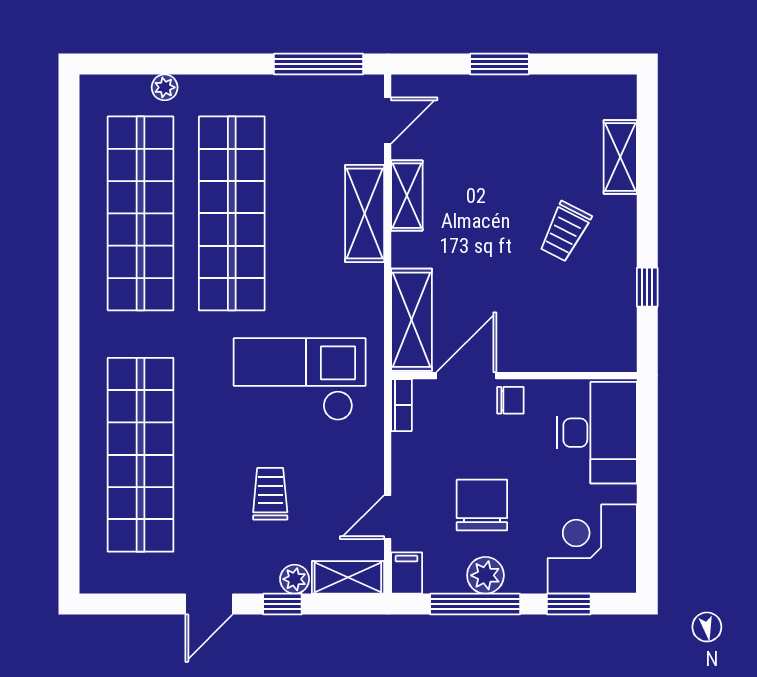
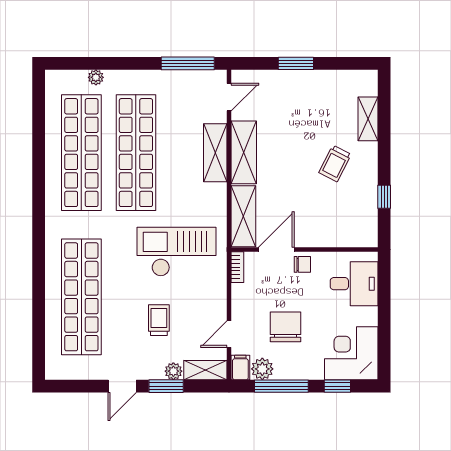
shelving: (407, 196) -> (244, 152), width x1.50, depth x1.33
desk: (597, 433) -> (354, 284), width x0.73
plant: (485, 575) -> (262, 369), moved
window: (282, 604) -> (166, 386), width x1.50

